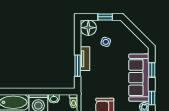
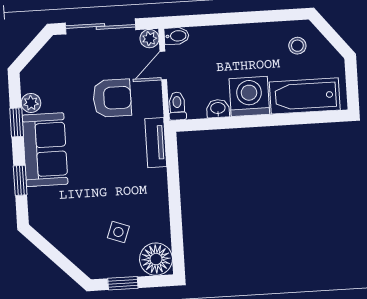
tv unit: (85, 59) -> (156, 143), moved
window: (78, 66) -> (173, 180), removed
sofa: (139, 78) -> (45, 150), width x0.73

